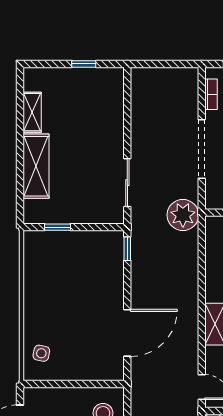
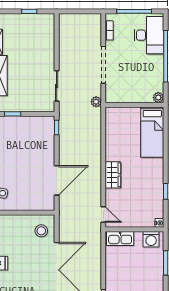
plant: (183, 215) -> (96, 102), width x0.53, depth x0.53

